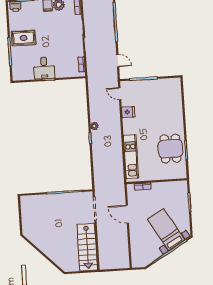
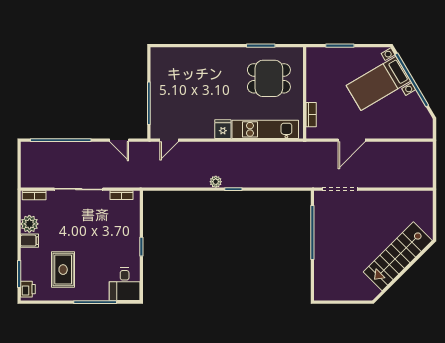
rug: (24, 38) -> (63, 270), moved
door: (118, 61) -> (119, 140), swing flipped
desk: (44, 68) -> (125, 284), moved, turned 90
fridge: (128, 112) -> (223, 129), moved
dining table: (170, 149) -> (269, 78), moved
stairs: (87, 247) -> (398, 256), moved, turned 135

